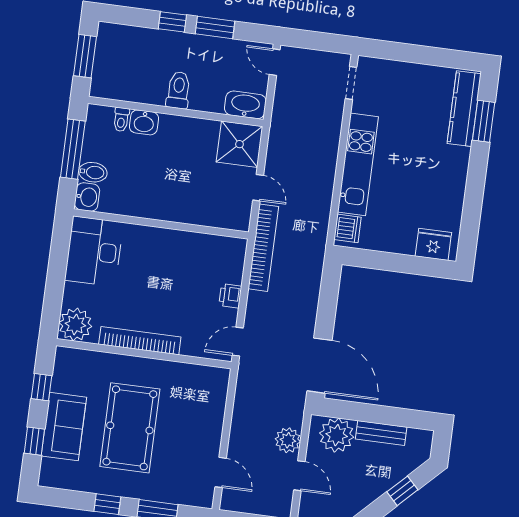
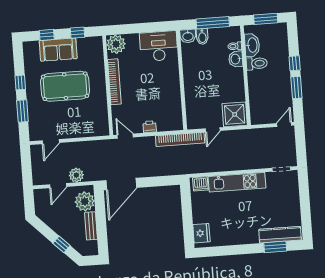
toilet: (178, 90) -> (257, 63), moved
washbasin: (245, 105) -> (252, 45), moved

